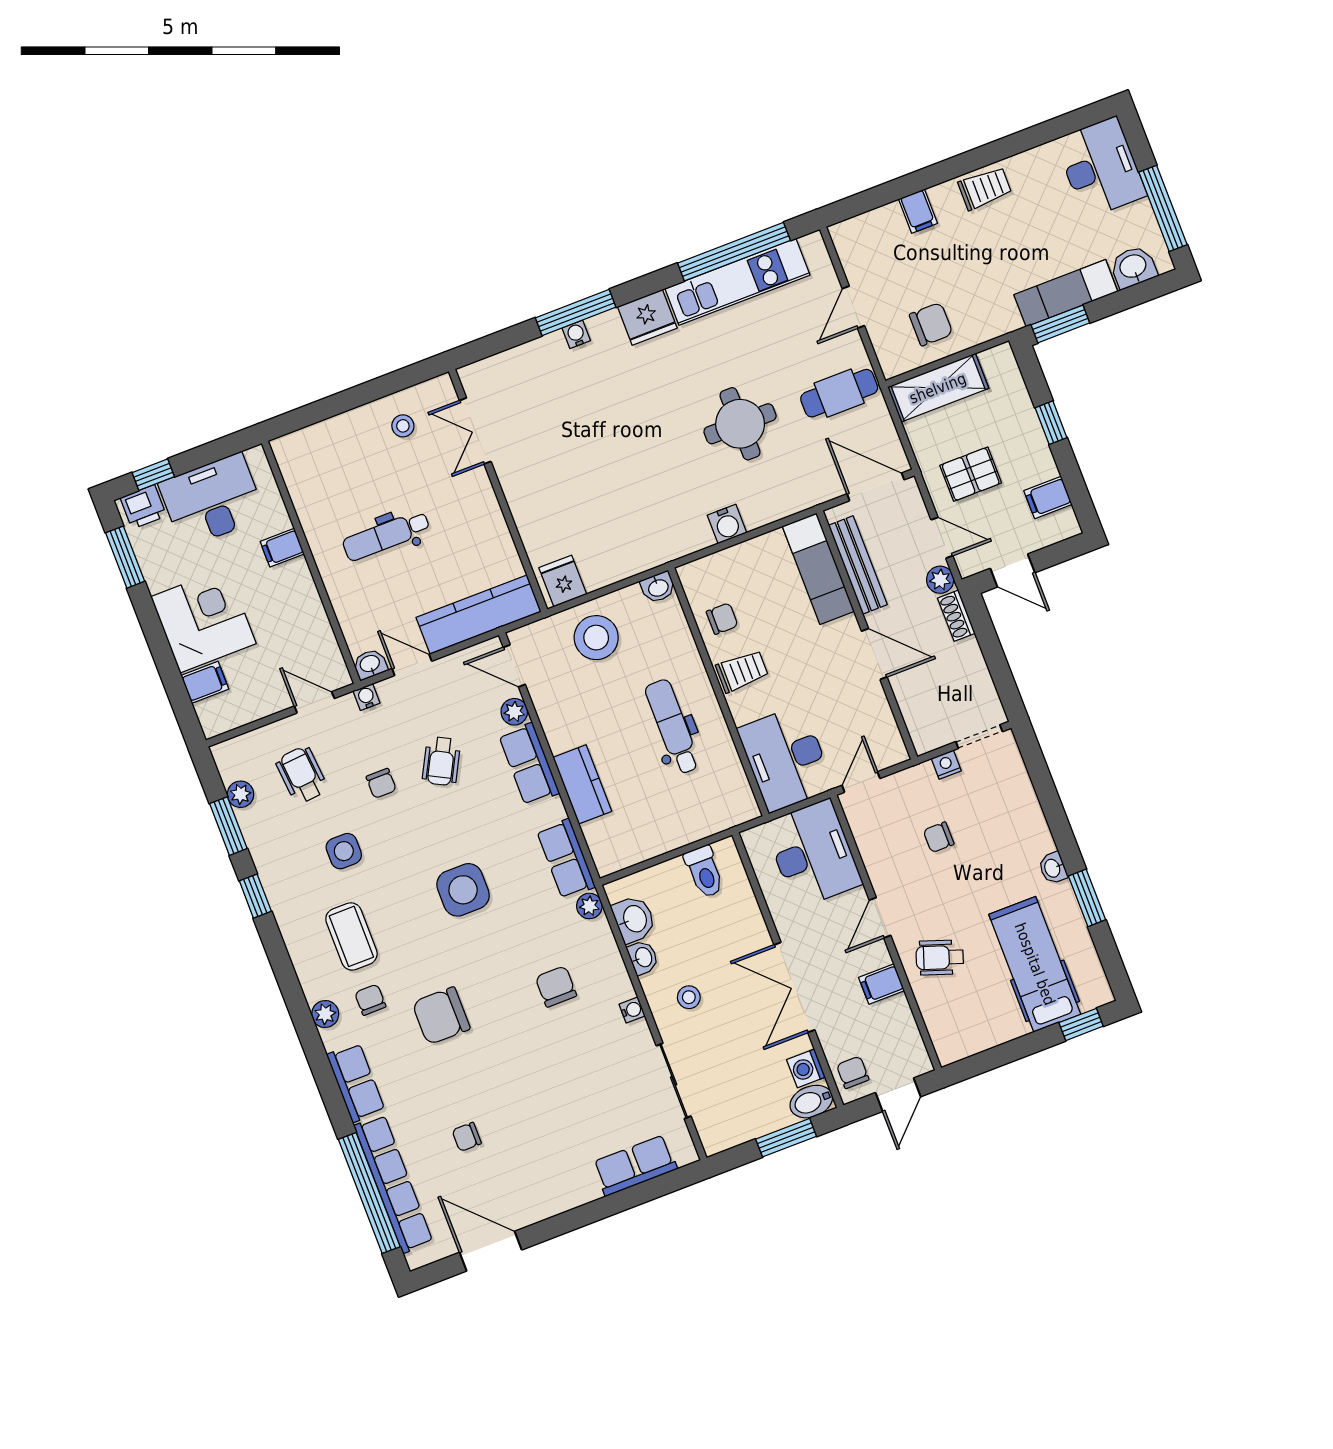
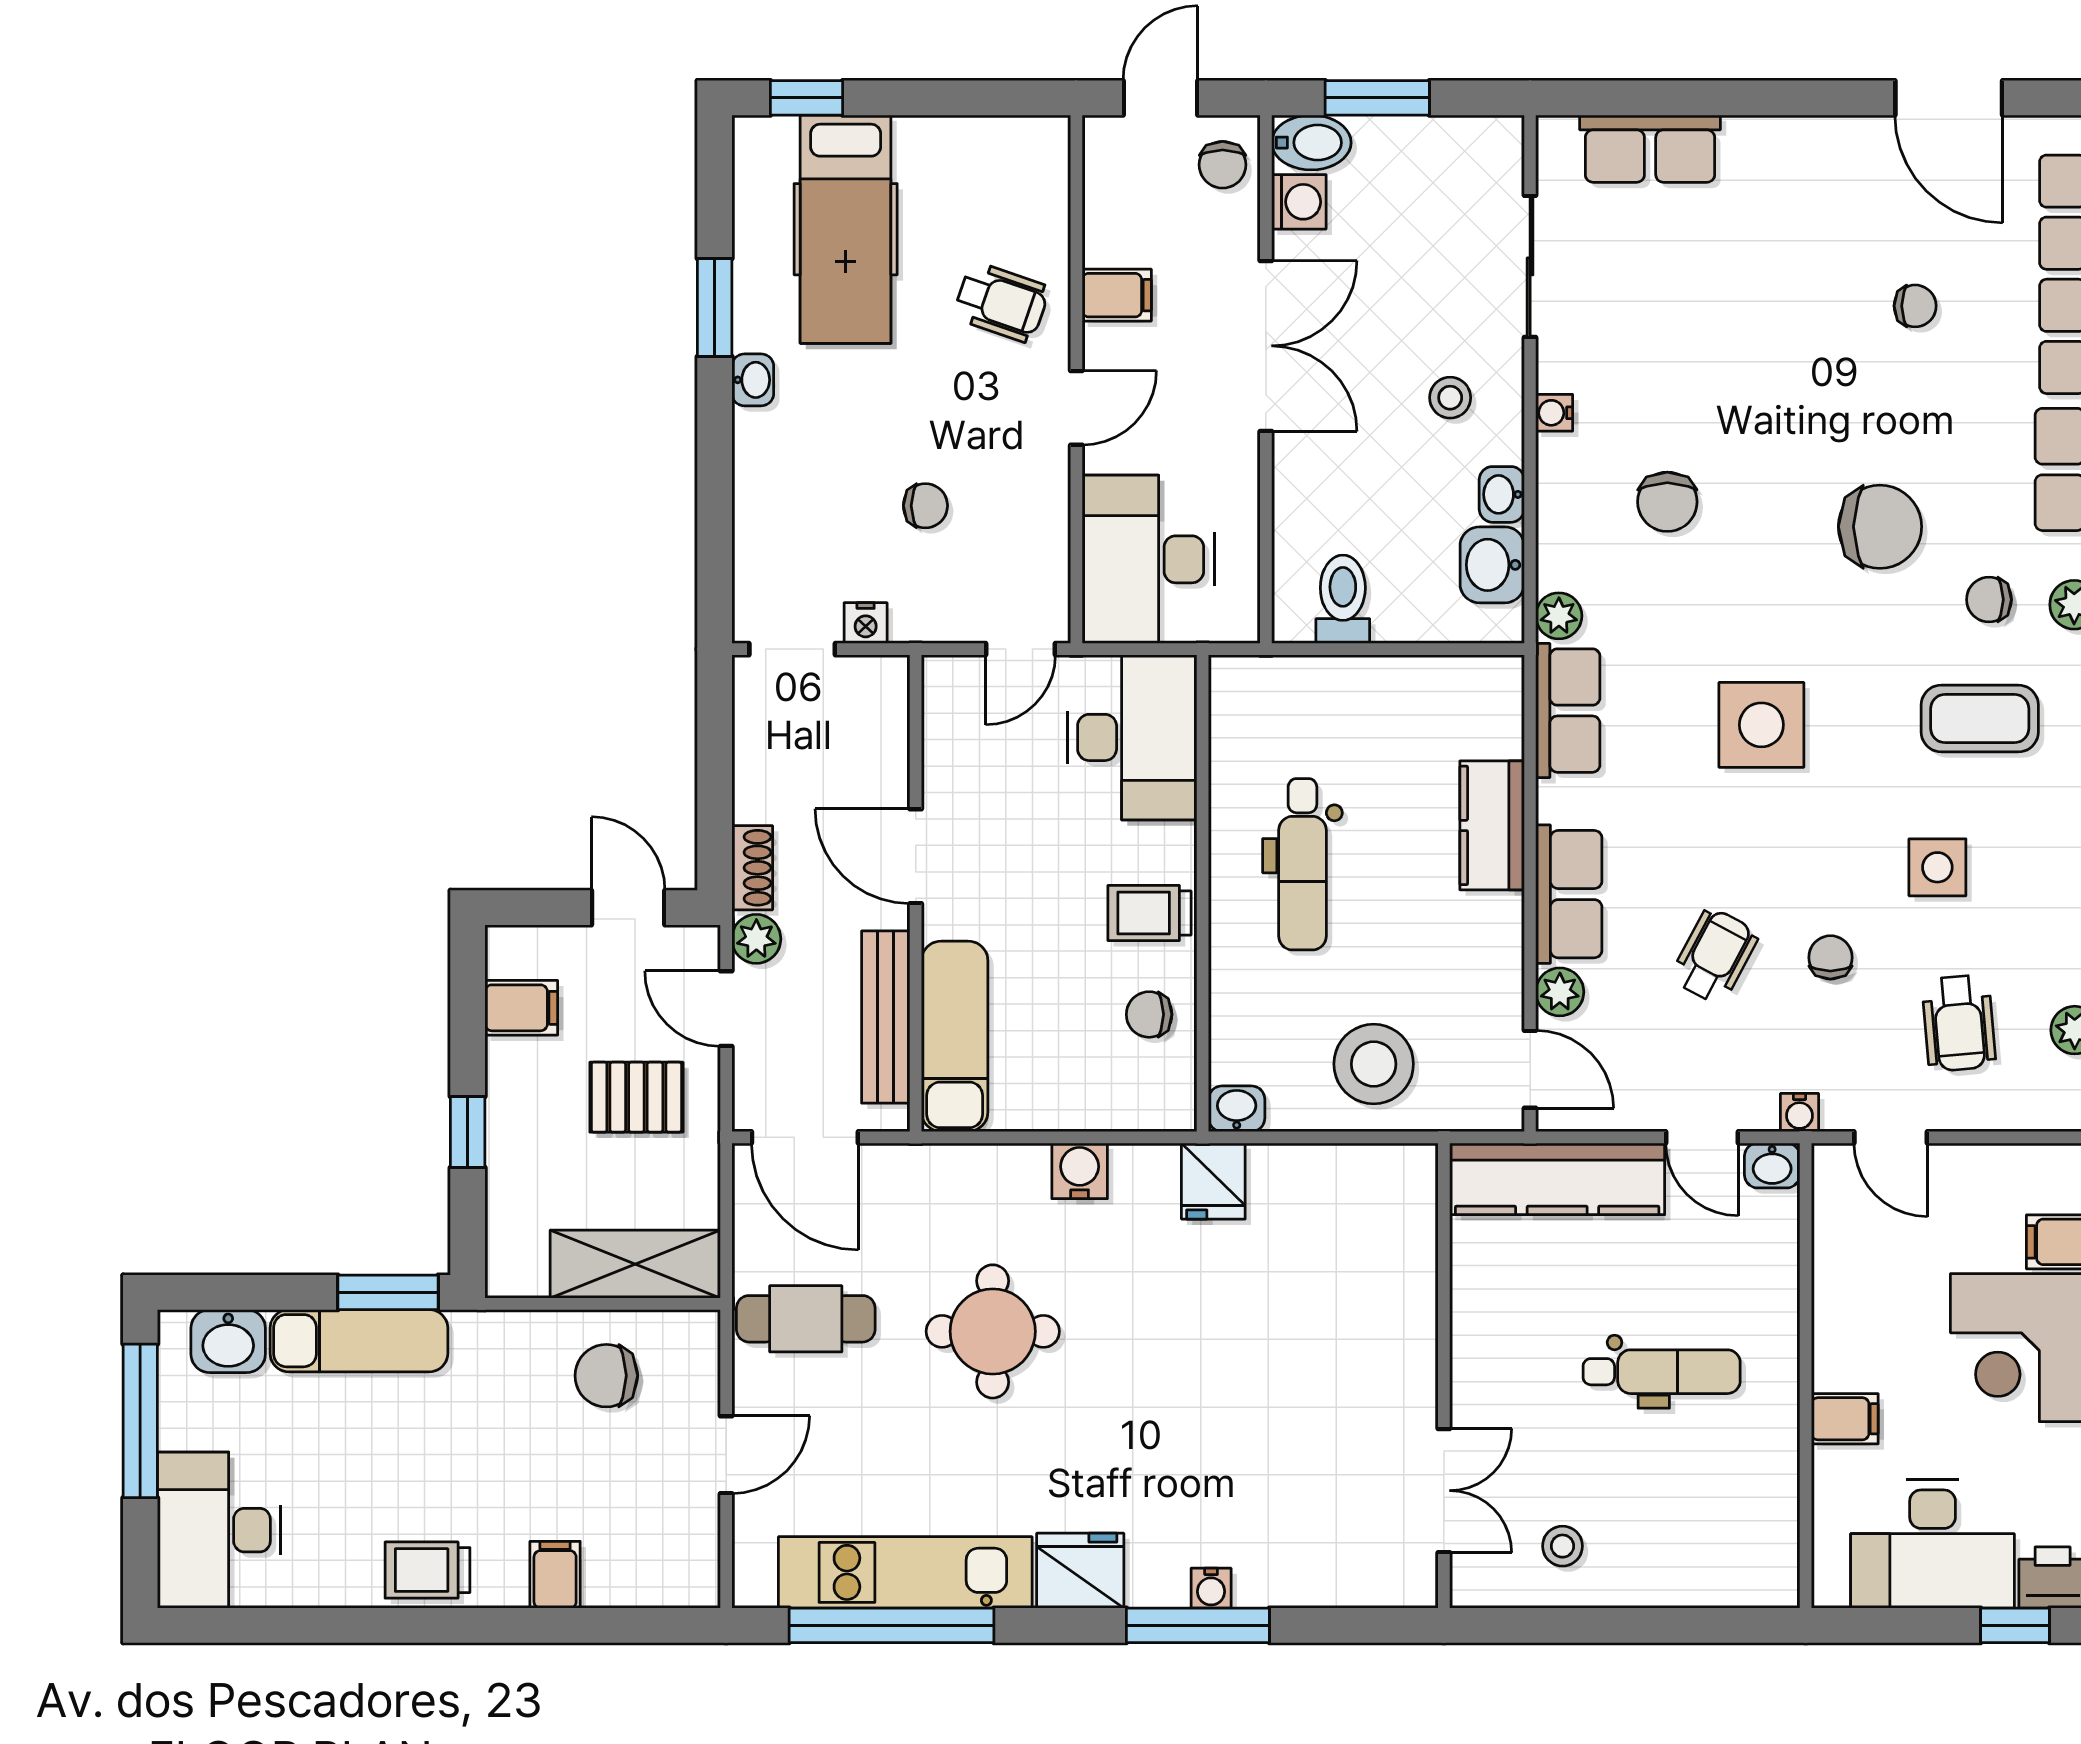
fridge: (563, 581) -> (1213, 1181), moved
coffee table: (351, 936) -> (1980, 718), turned 90
chair: (370, 1000) -> (1989, 600), turned 90

